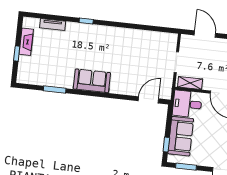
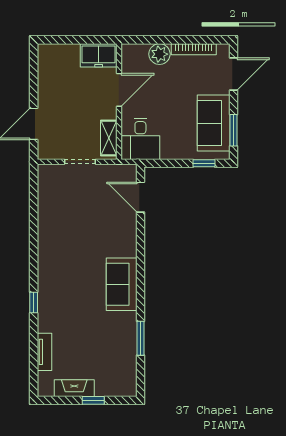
sofa: (181, 136) -> (214, 123), moved, turned -90

